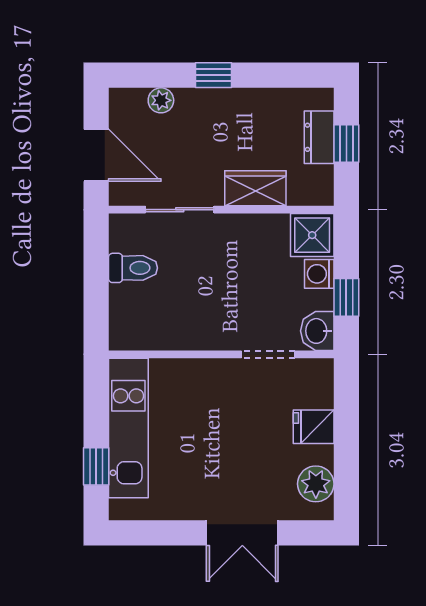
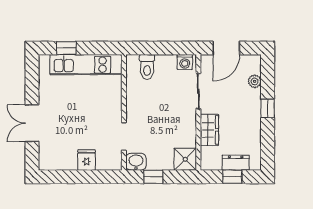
toilet: (133, 268) -> (147, 67), moved
washing machine: (319, 274) -> (185, 62), moved, turned 180
plant: (316, 484) -> (57, 161), removed

